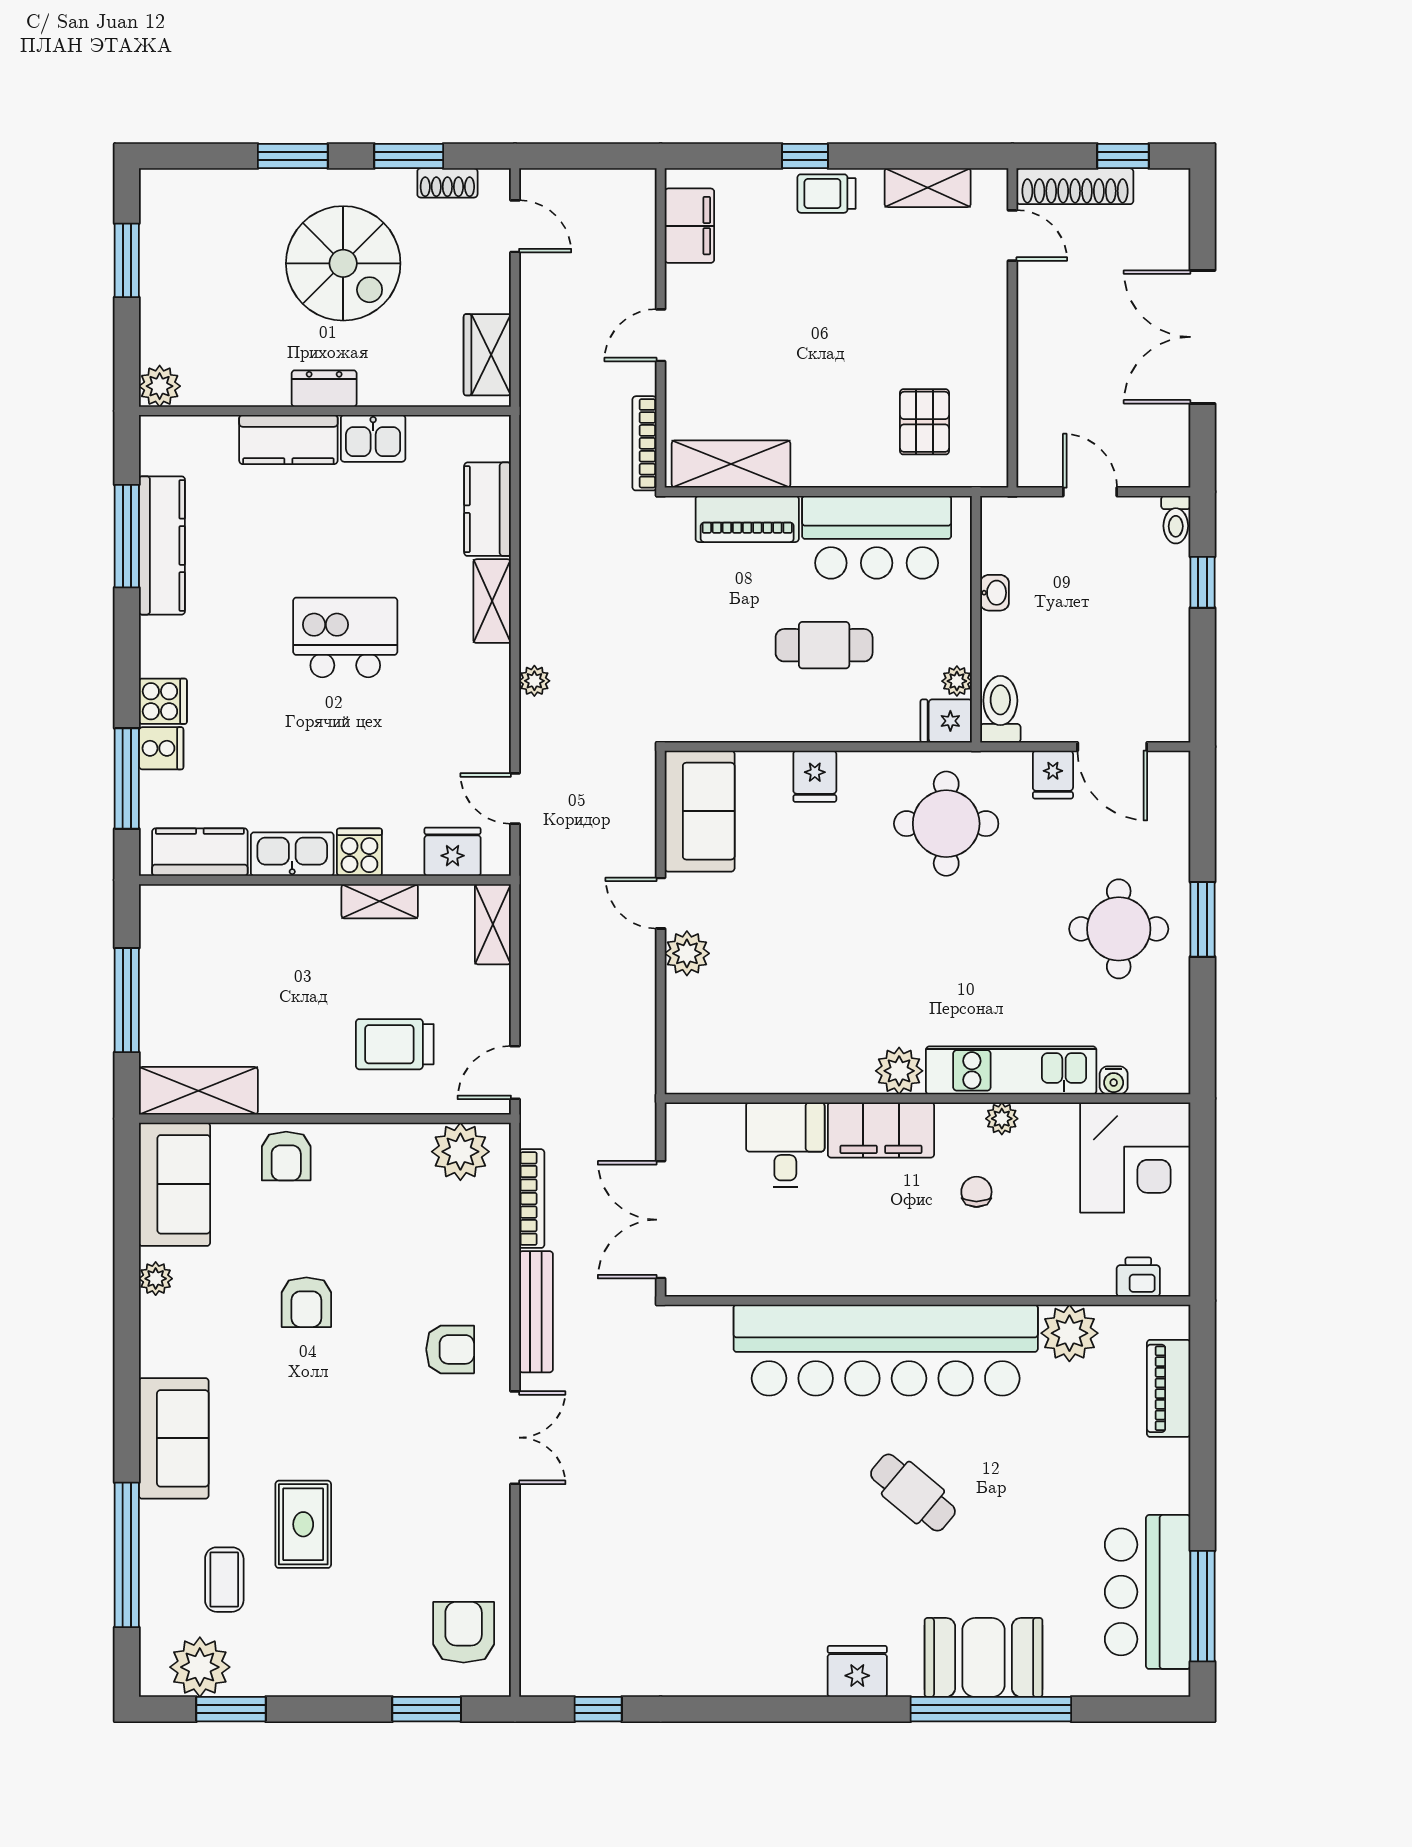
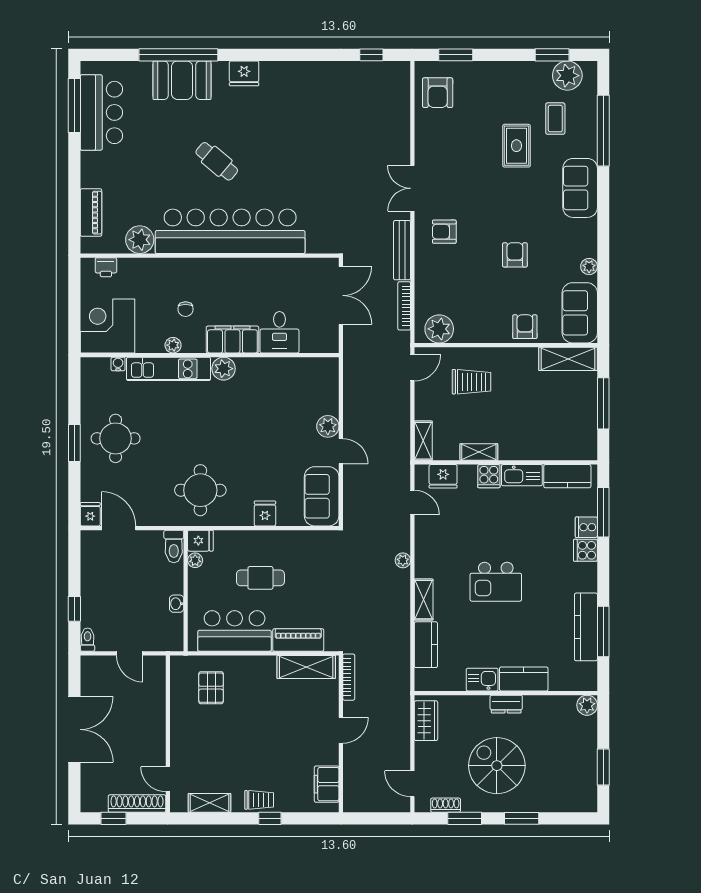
fridge: (1053, 775) -> (90, 514), moved

